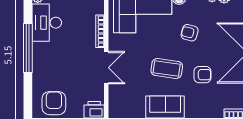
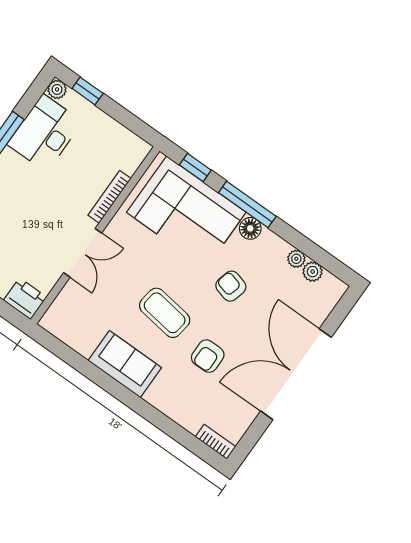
armchair: (202, 75) -> (208, 356), turned 90

